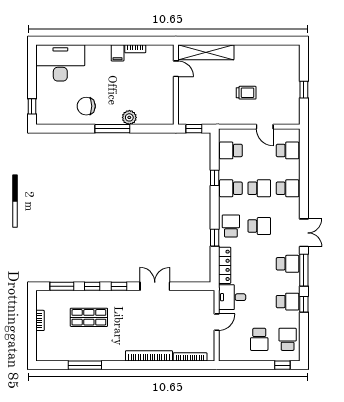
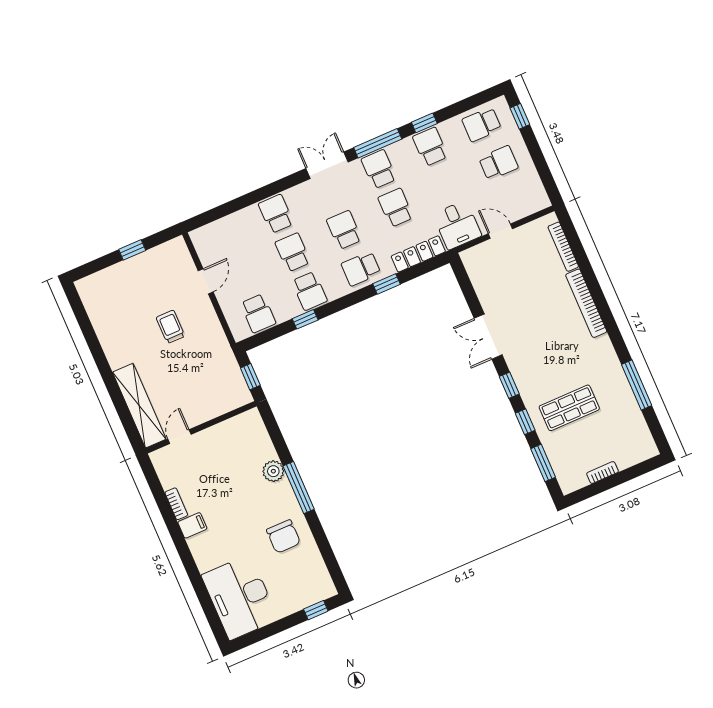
school desk: (288, 150) -> (396, 208), moved
shop shelf: (89, 317) -> (569, 408), turned 90

